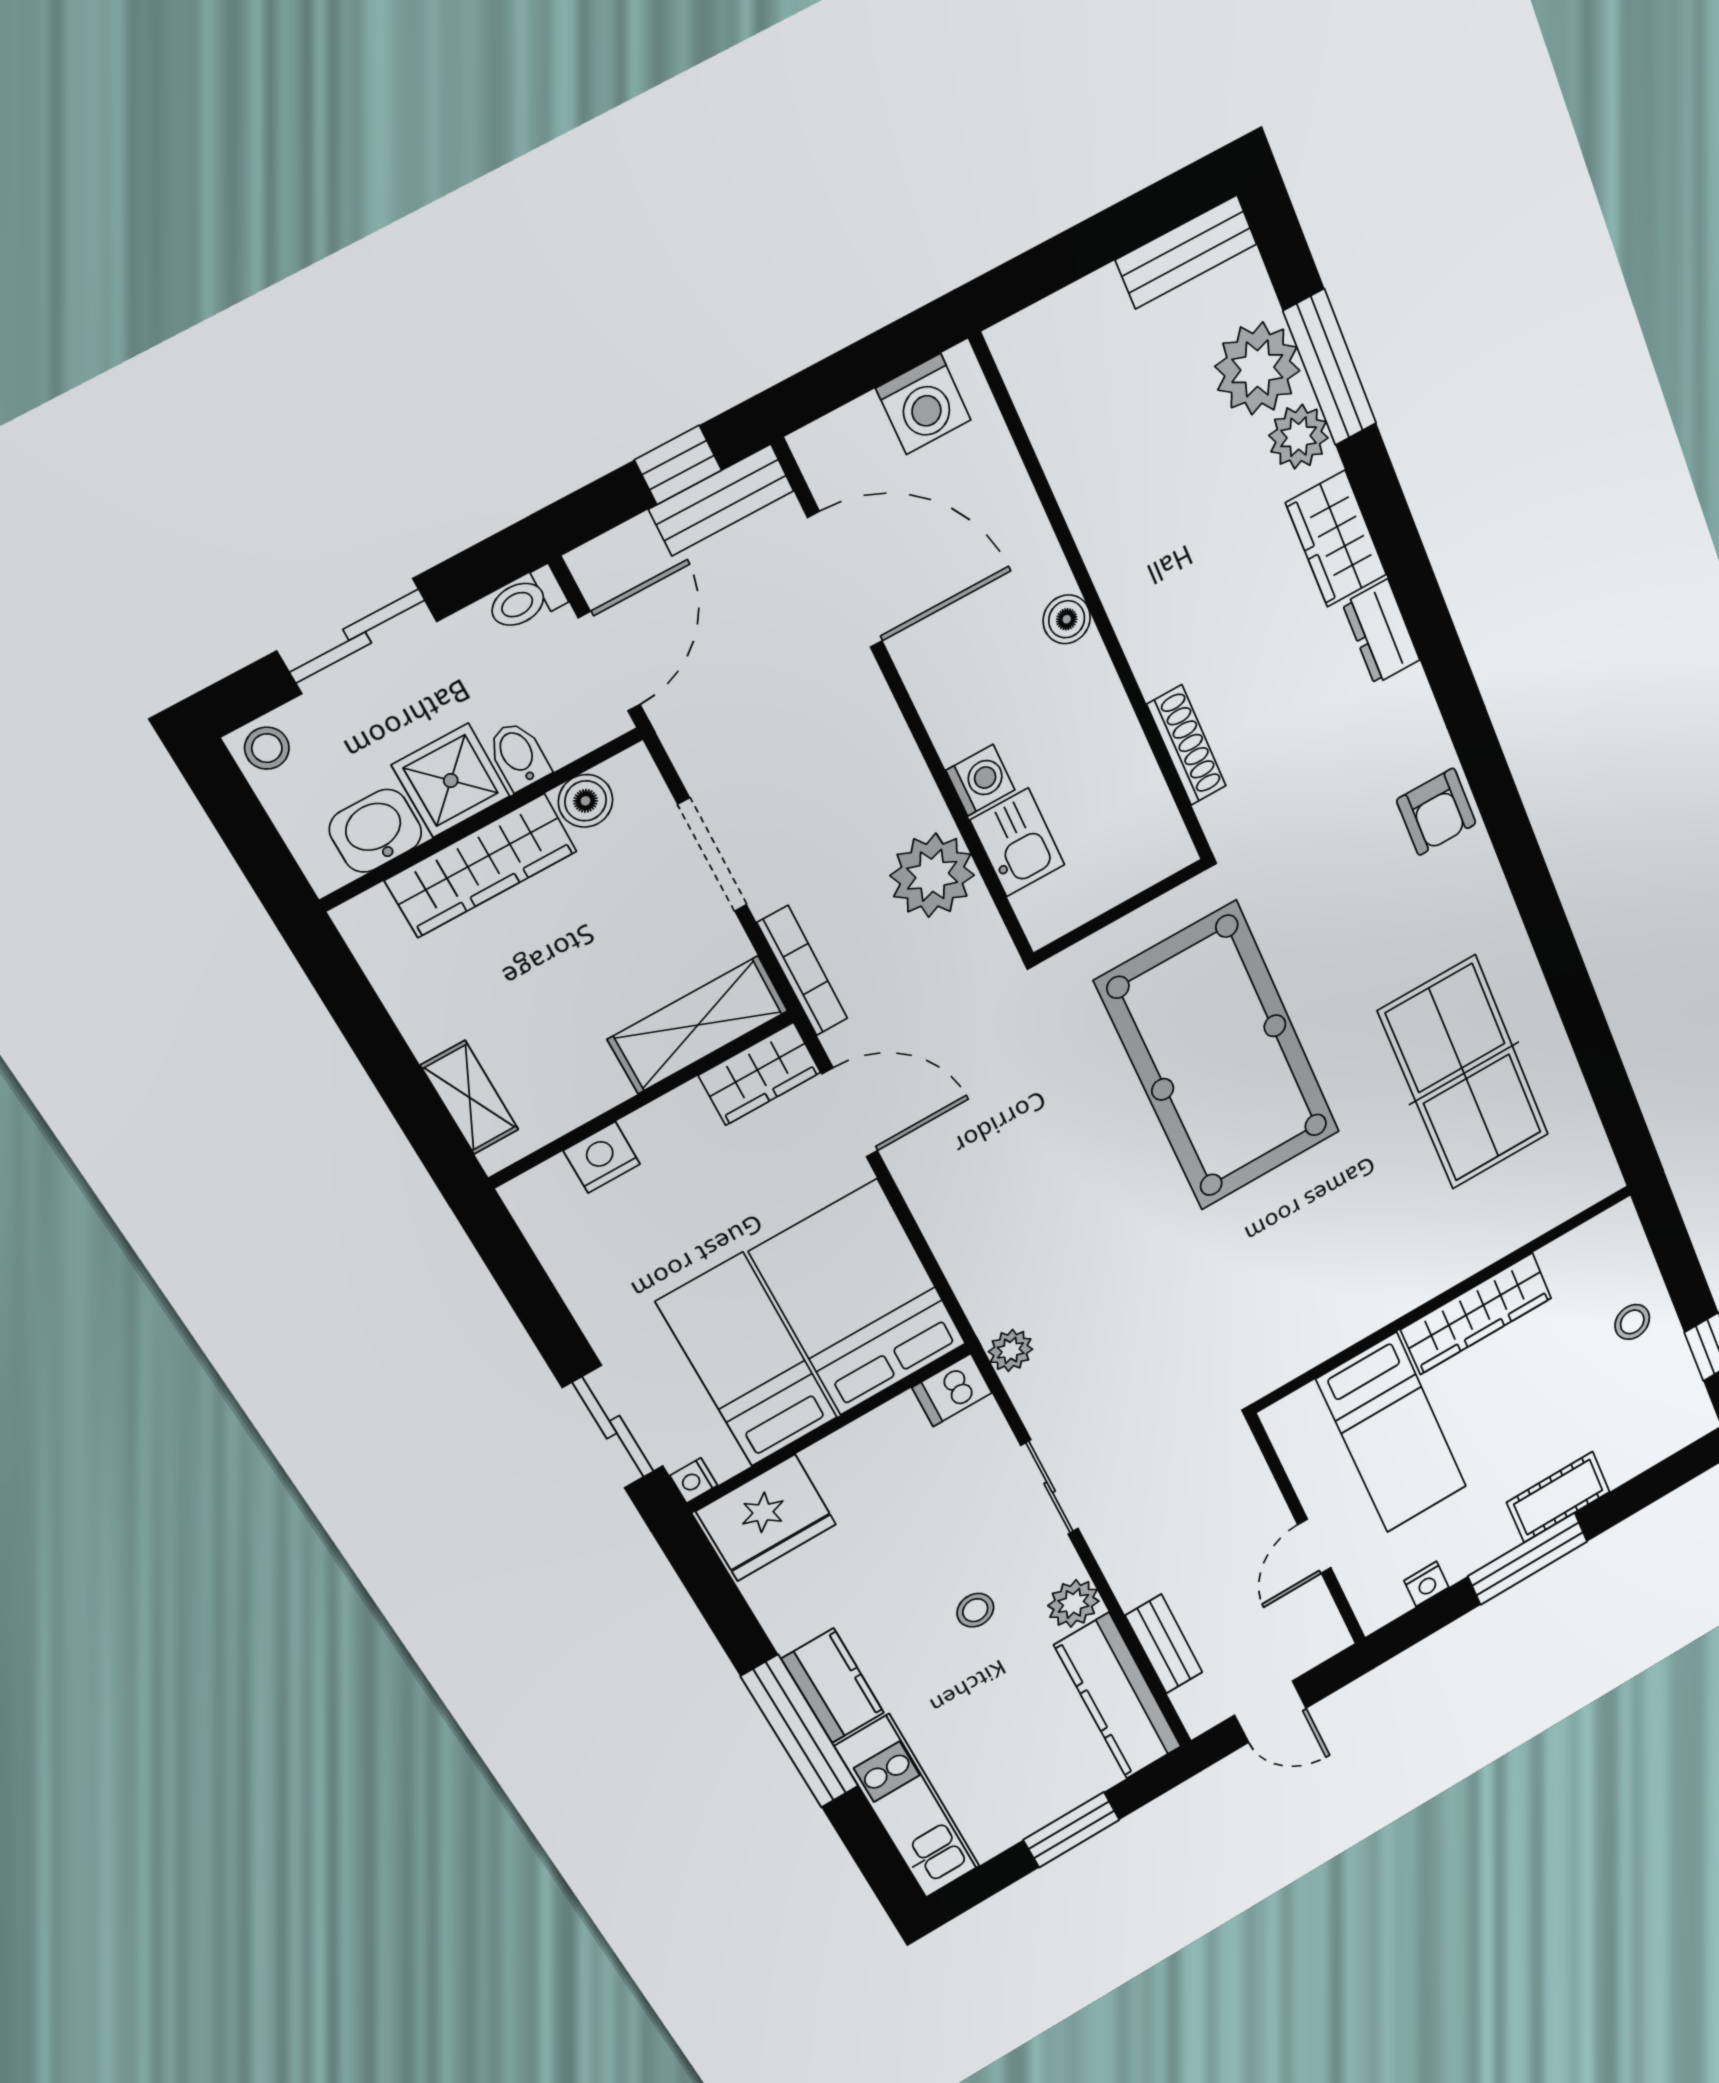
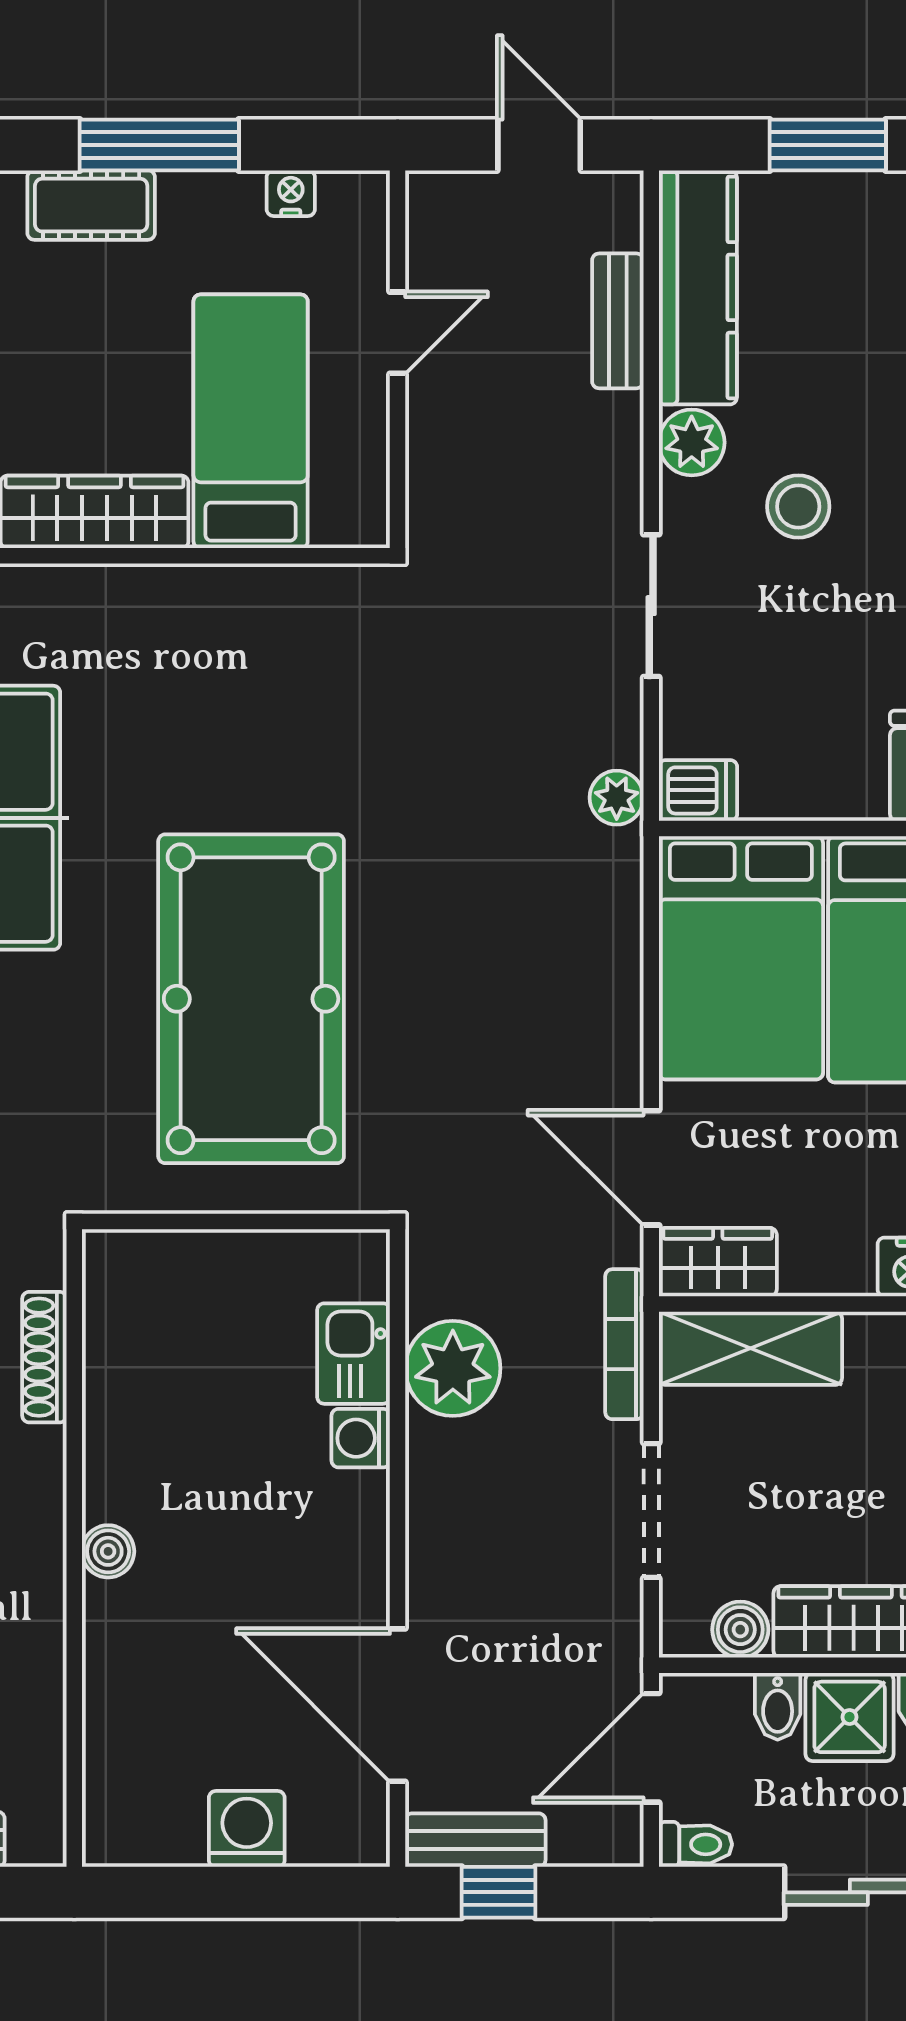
wall: (1095, 607) -> (74, 1548), moved
boiler: (1067, 619) -> (108, 1551), moved
shoe rack: (1186, 745) -> (44, 1357), moved
stool: (975, 1610) -> (798, 507), width x1.37, depth x1.37

